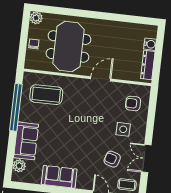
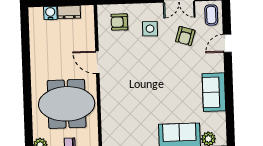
dresser: (148, 65) -> (69, 12), width x0.70
coffee table: (46, 95) -> (124, 121), removed
armchair: (133, 103) -> (119, 22), turned 90

